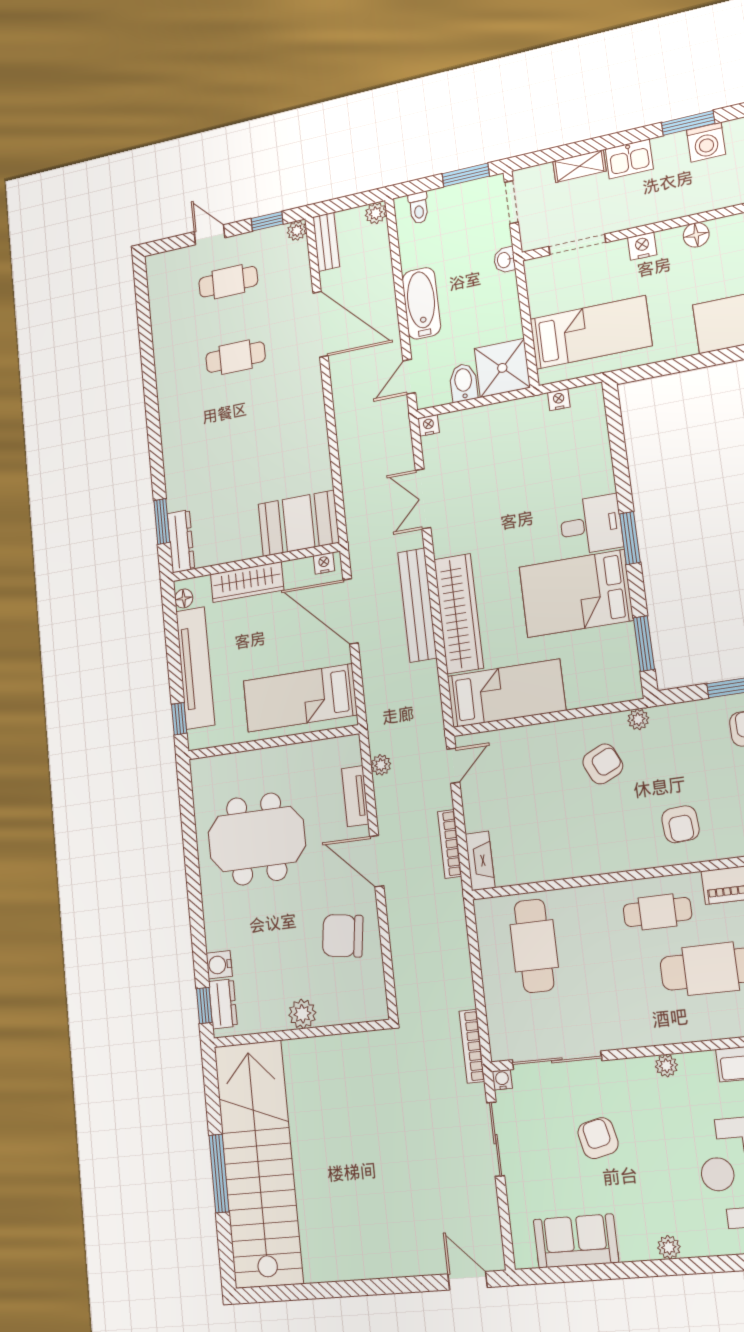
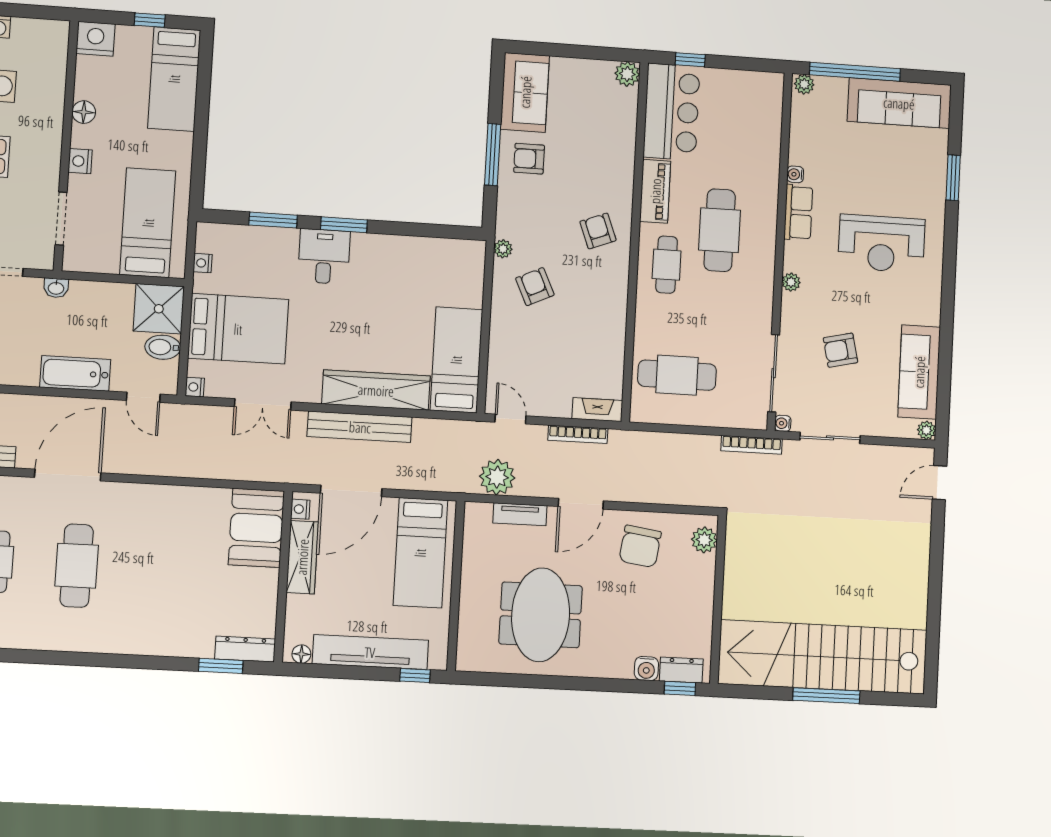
cafe table: (236, 357) -> (77, 566), width x1.37, depth x1.35
wardrobe: (247, 582) -> (302, 557), moved
bed: (576, 594) -> (238, 329), moved, turned -90
window: (644, 644) -> (273, 220), moved
plant: (381, 765) -> (497, 477), width x1.88, depth x1.88
armchair: (680, 824) -> (598, 231), turned -107
plant: (302, 1014) -> (704, 540), moved
sofa: (576, 1241) -> (919, 372), width x1.36
plant: (669, 1247) -> (926, 430), moved

